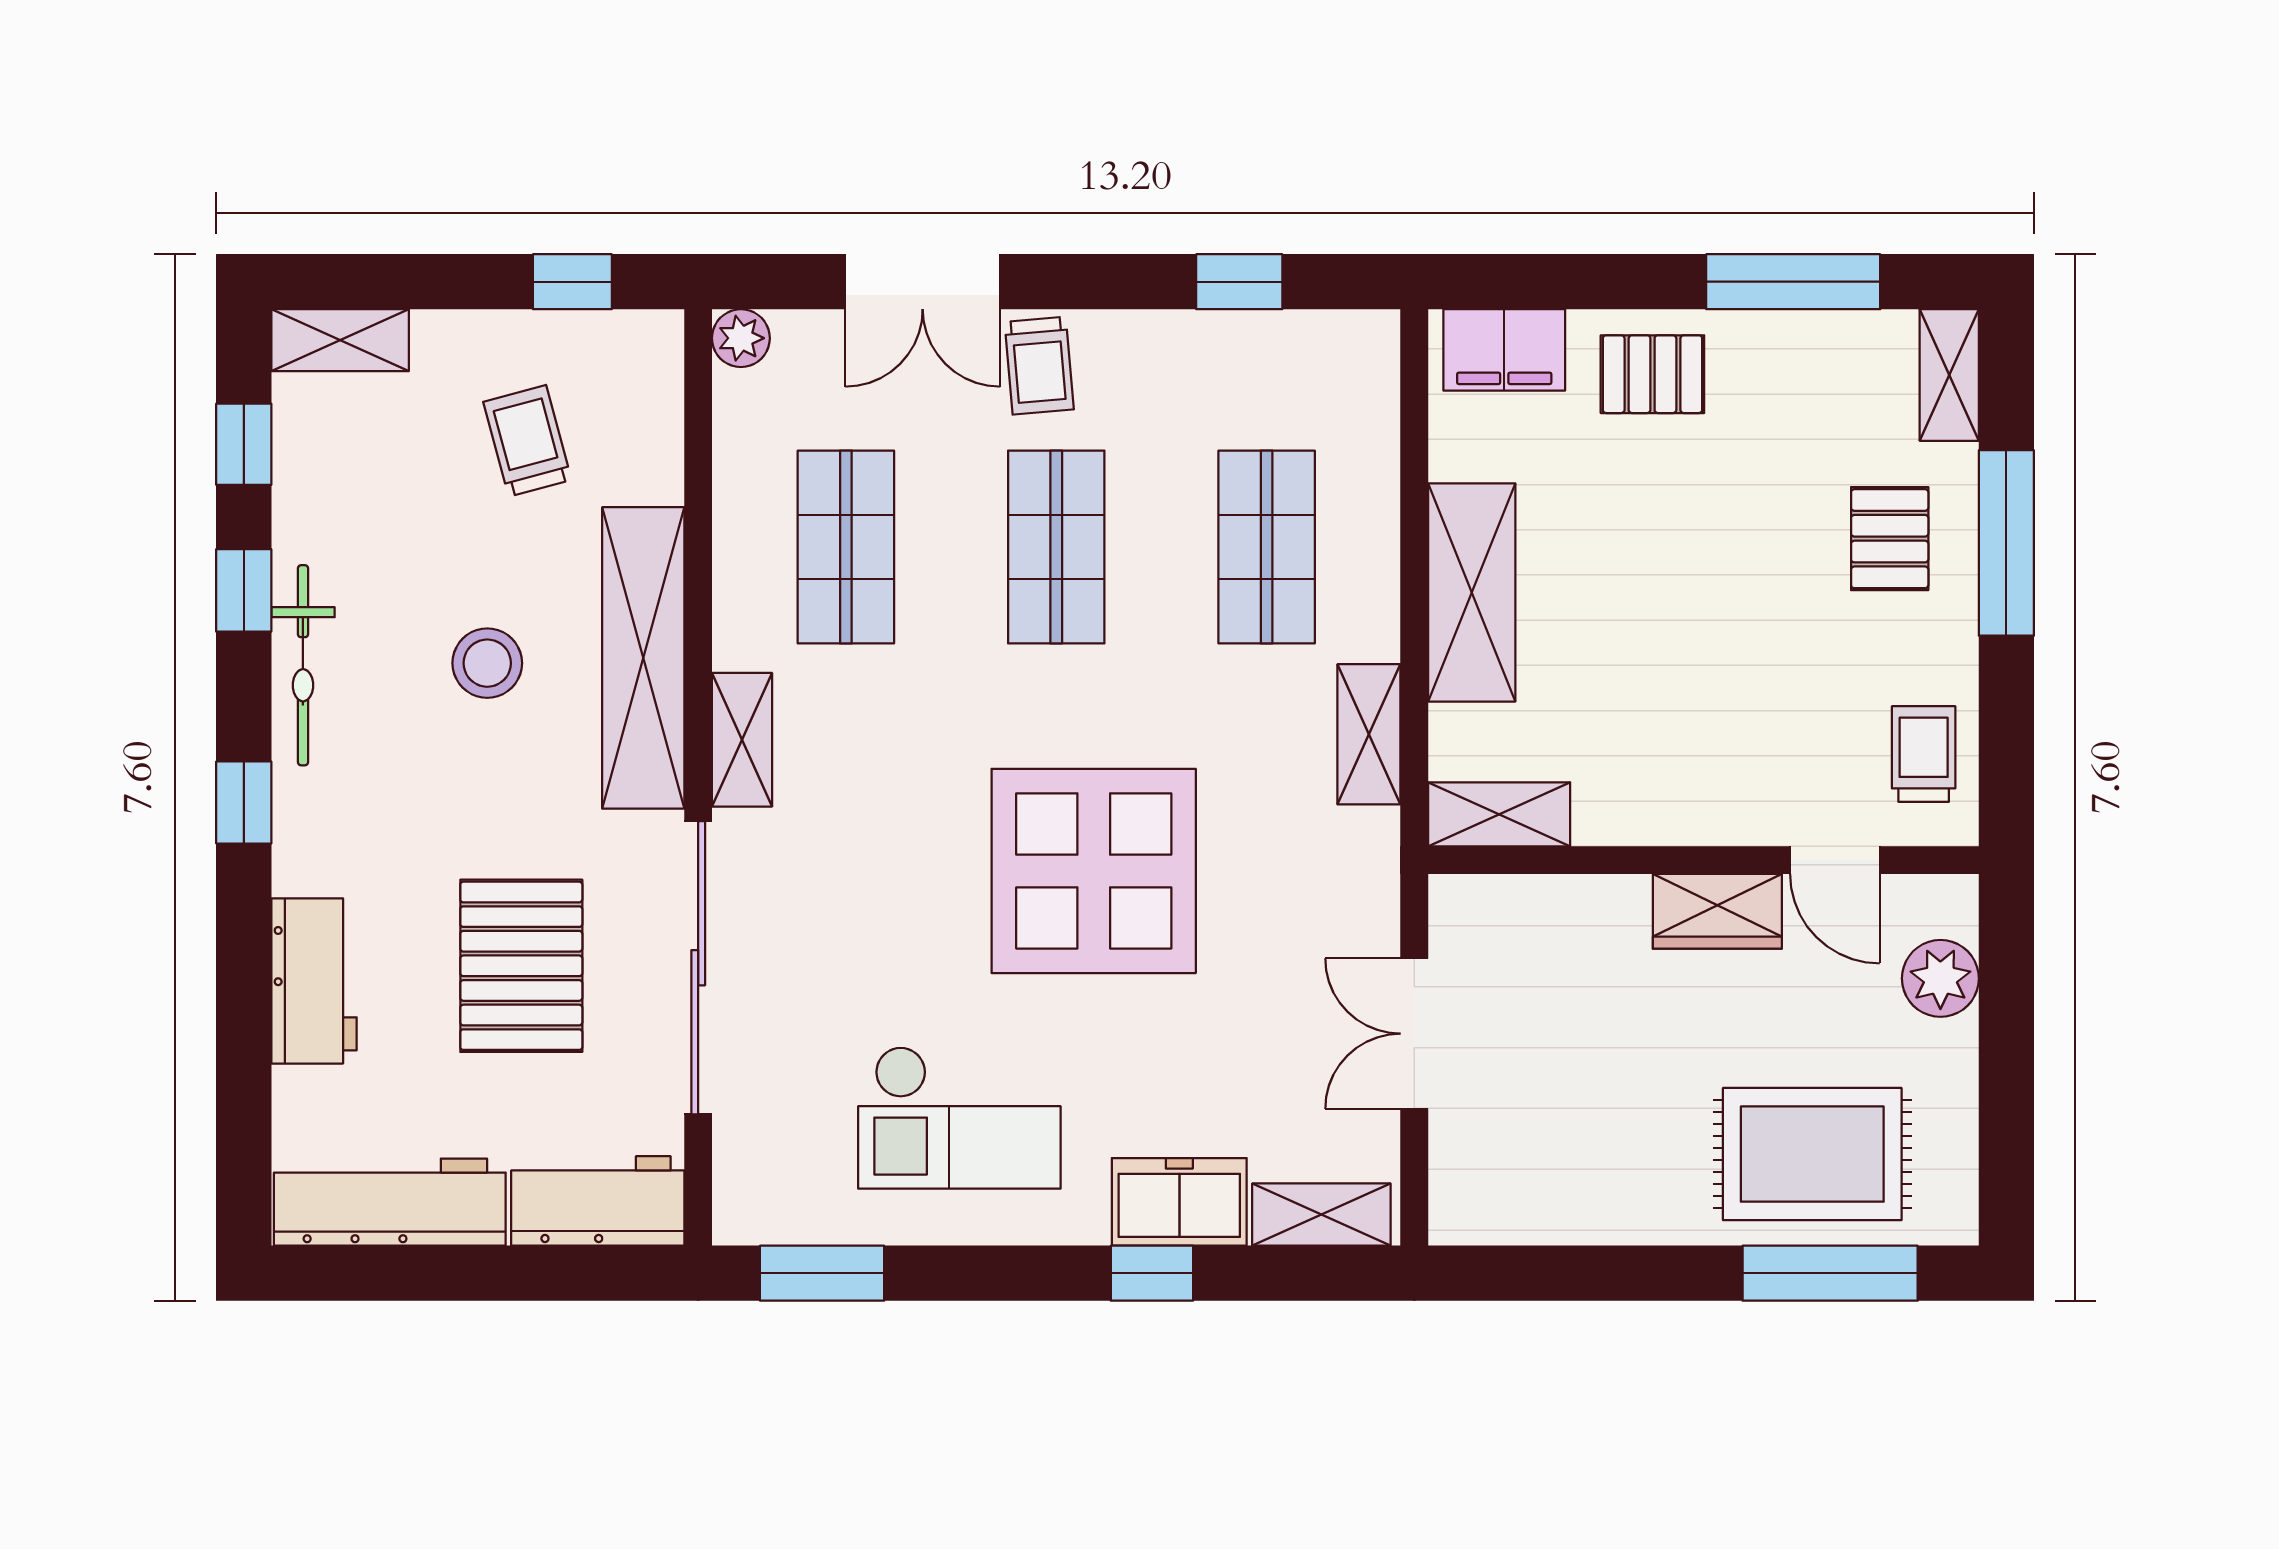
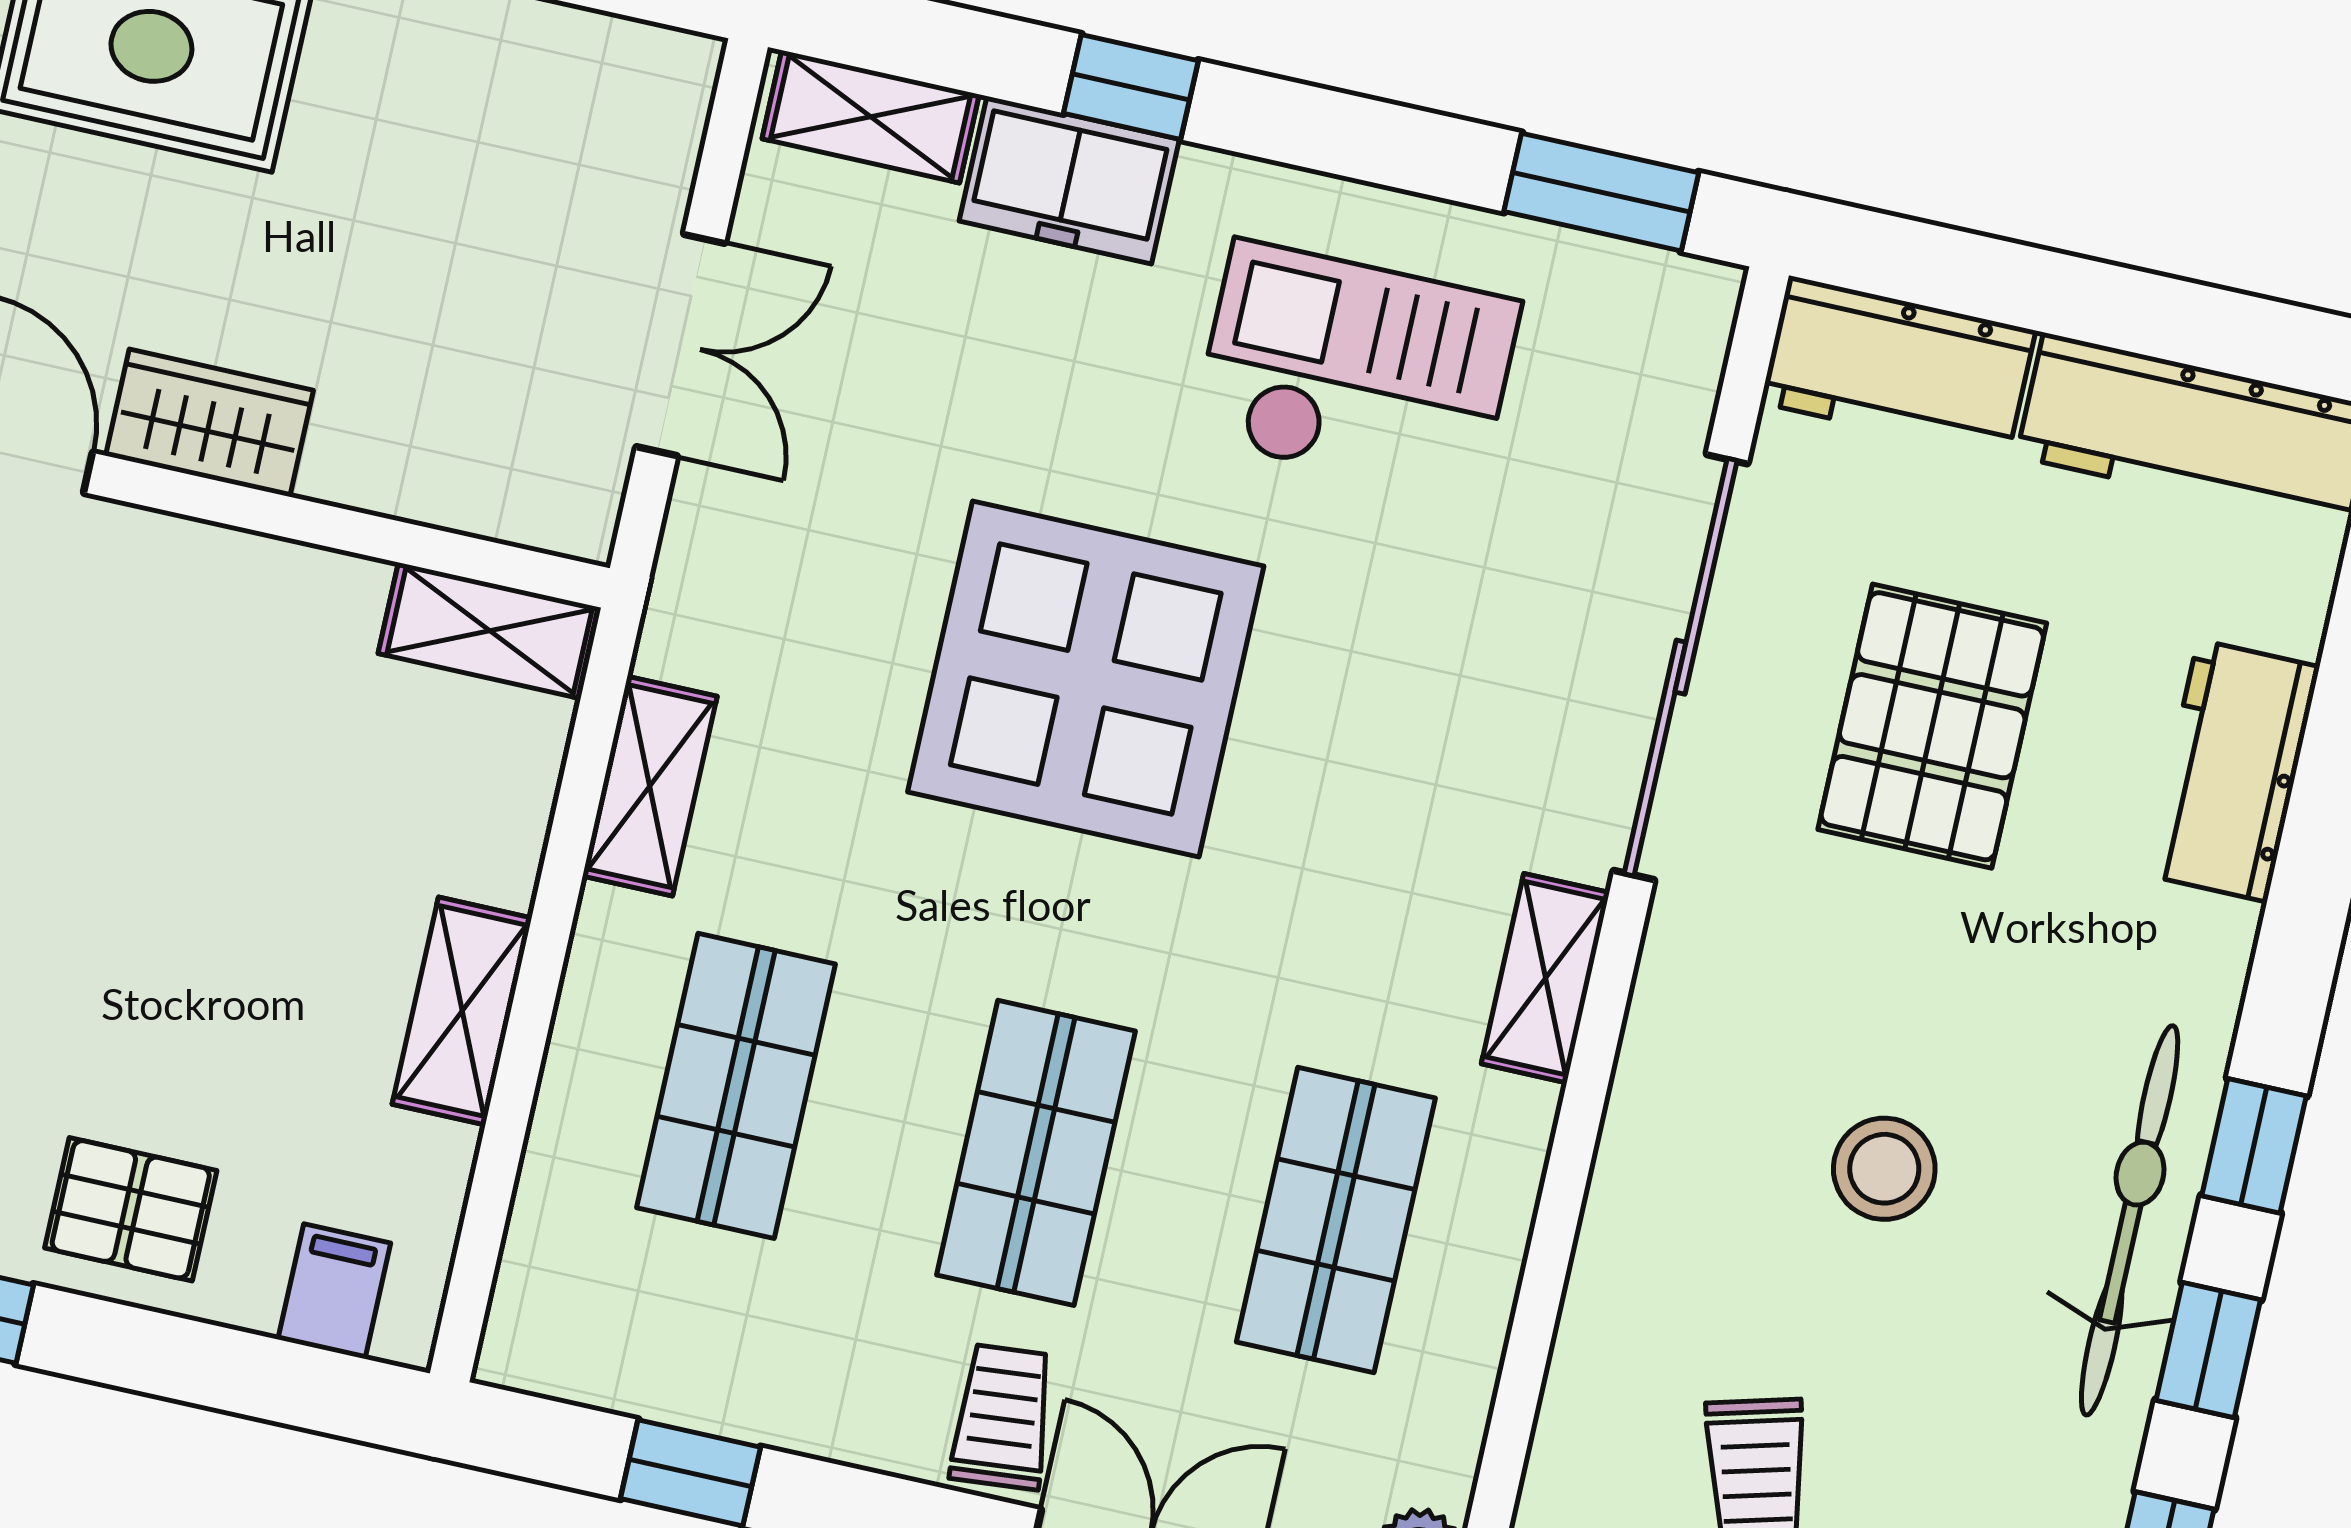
filing cabinet: (1504, 350) -> (334, 1291), width x0.50
shelving: (1472, 592) -> (462, 1011), width x0.67, depth x0.75
shelving: (643, 658) -> (1660, 1126), removed
bicycle: (303, 665) -> (2130, 1220), width x1.37, depth x1.40
window: (244, 803) -> (2254, 1146), moved

